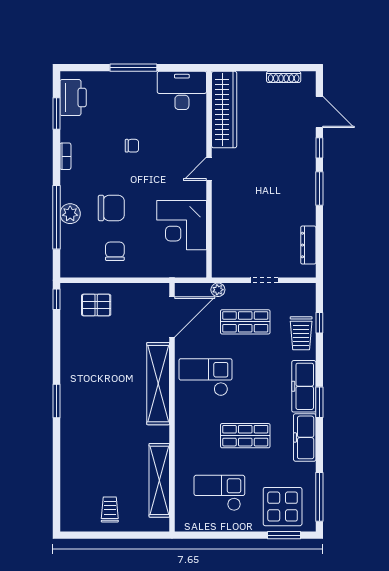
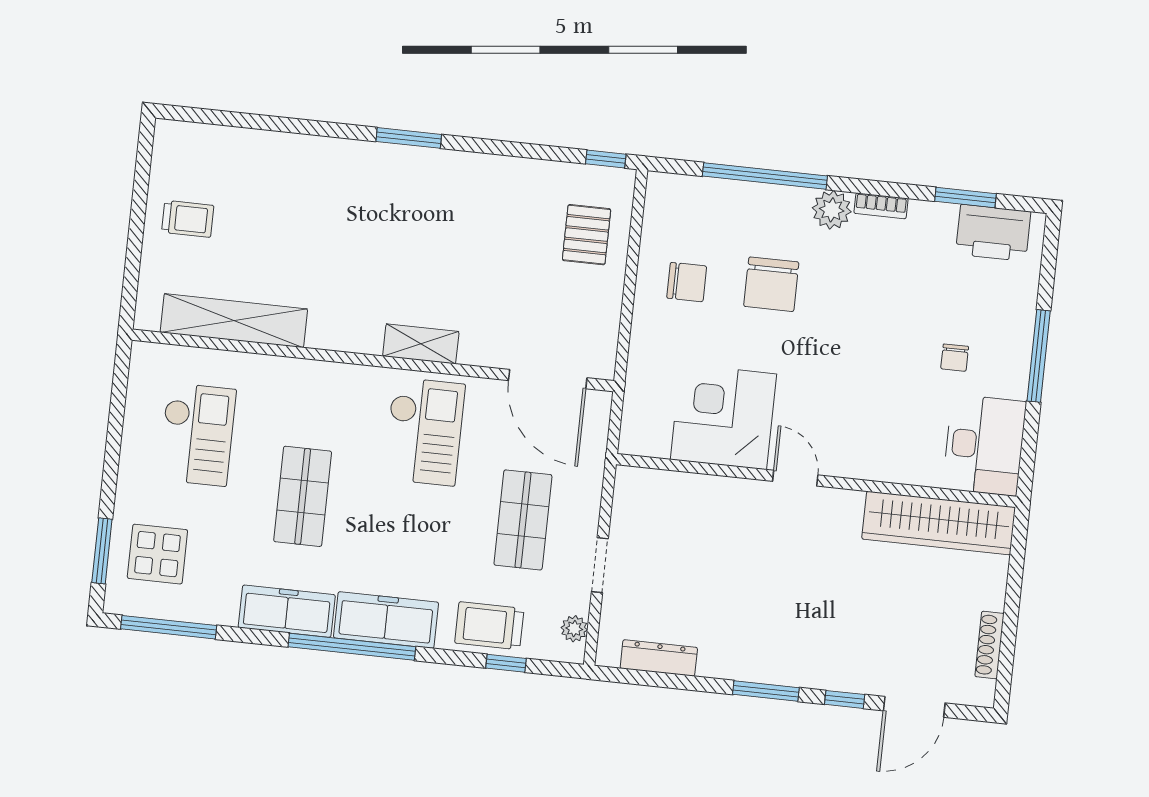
chair: (132, 146) -> (955, 358), moved
door: (209, 169) -> (795, 478), moved
plant: (70, 214) -> (832, 210), moved
plant: (218, 290) -> (574, 629), moved
shelving: (158, 384) -> (421, 344), width x0.45, depth x0.75
window: (319, 402) -> (352, 647), width x2.11
display table: (283, 507) -> (157, 554), width x0.73, depth x0.73

